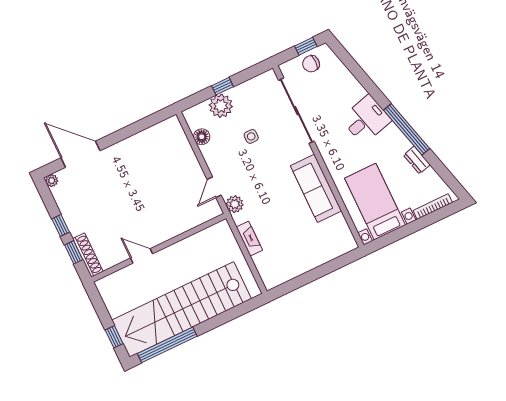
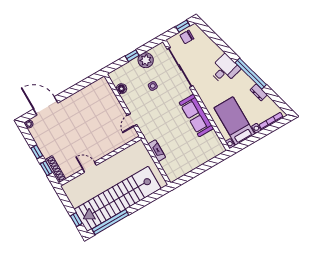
plant: (221, 106) -> (146, 60), moved
plant: (235, 204) -> (146, 130), removed

